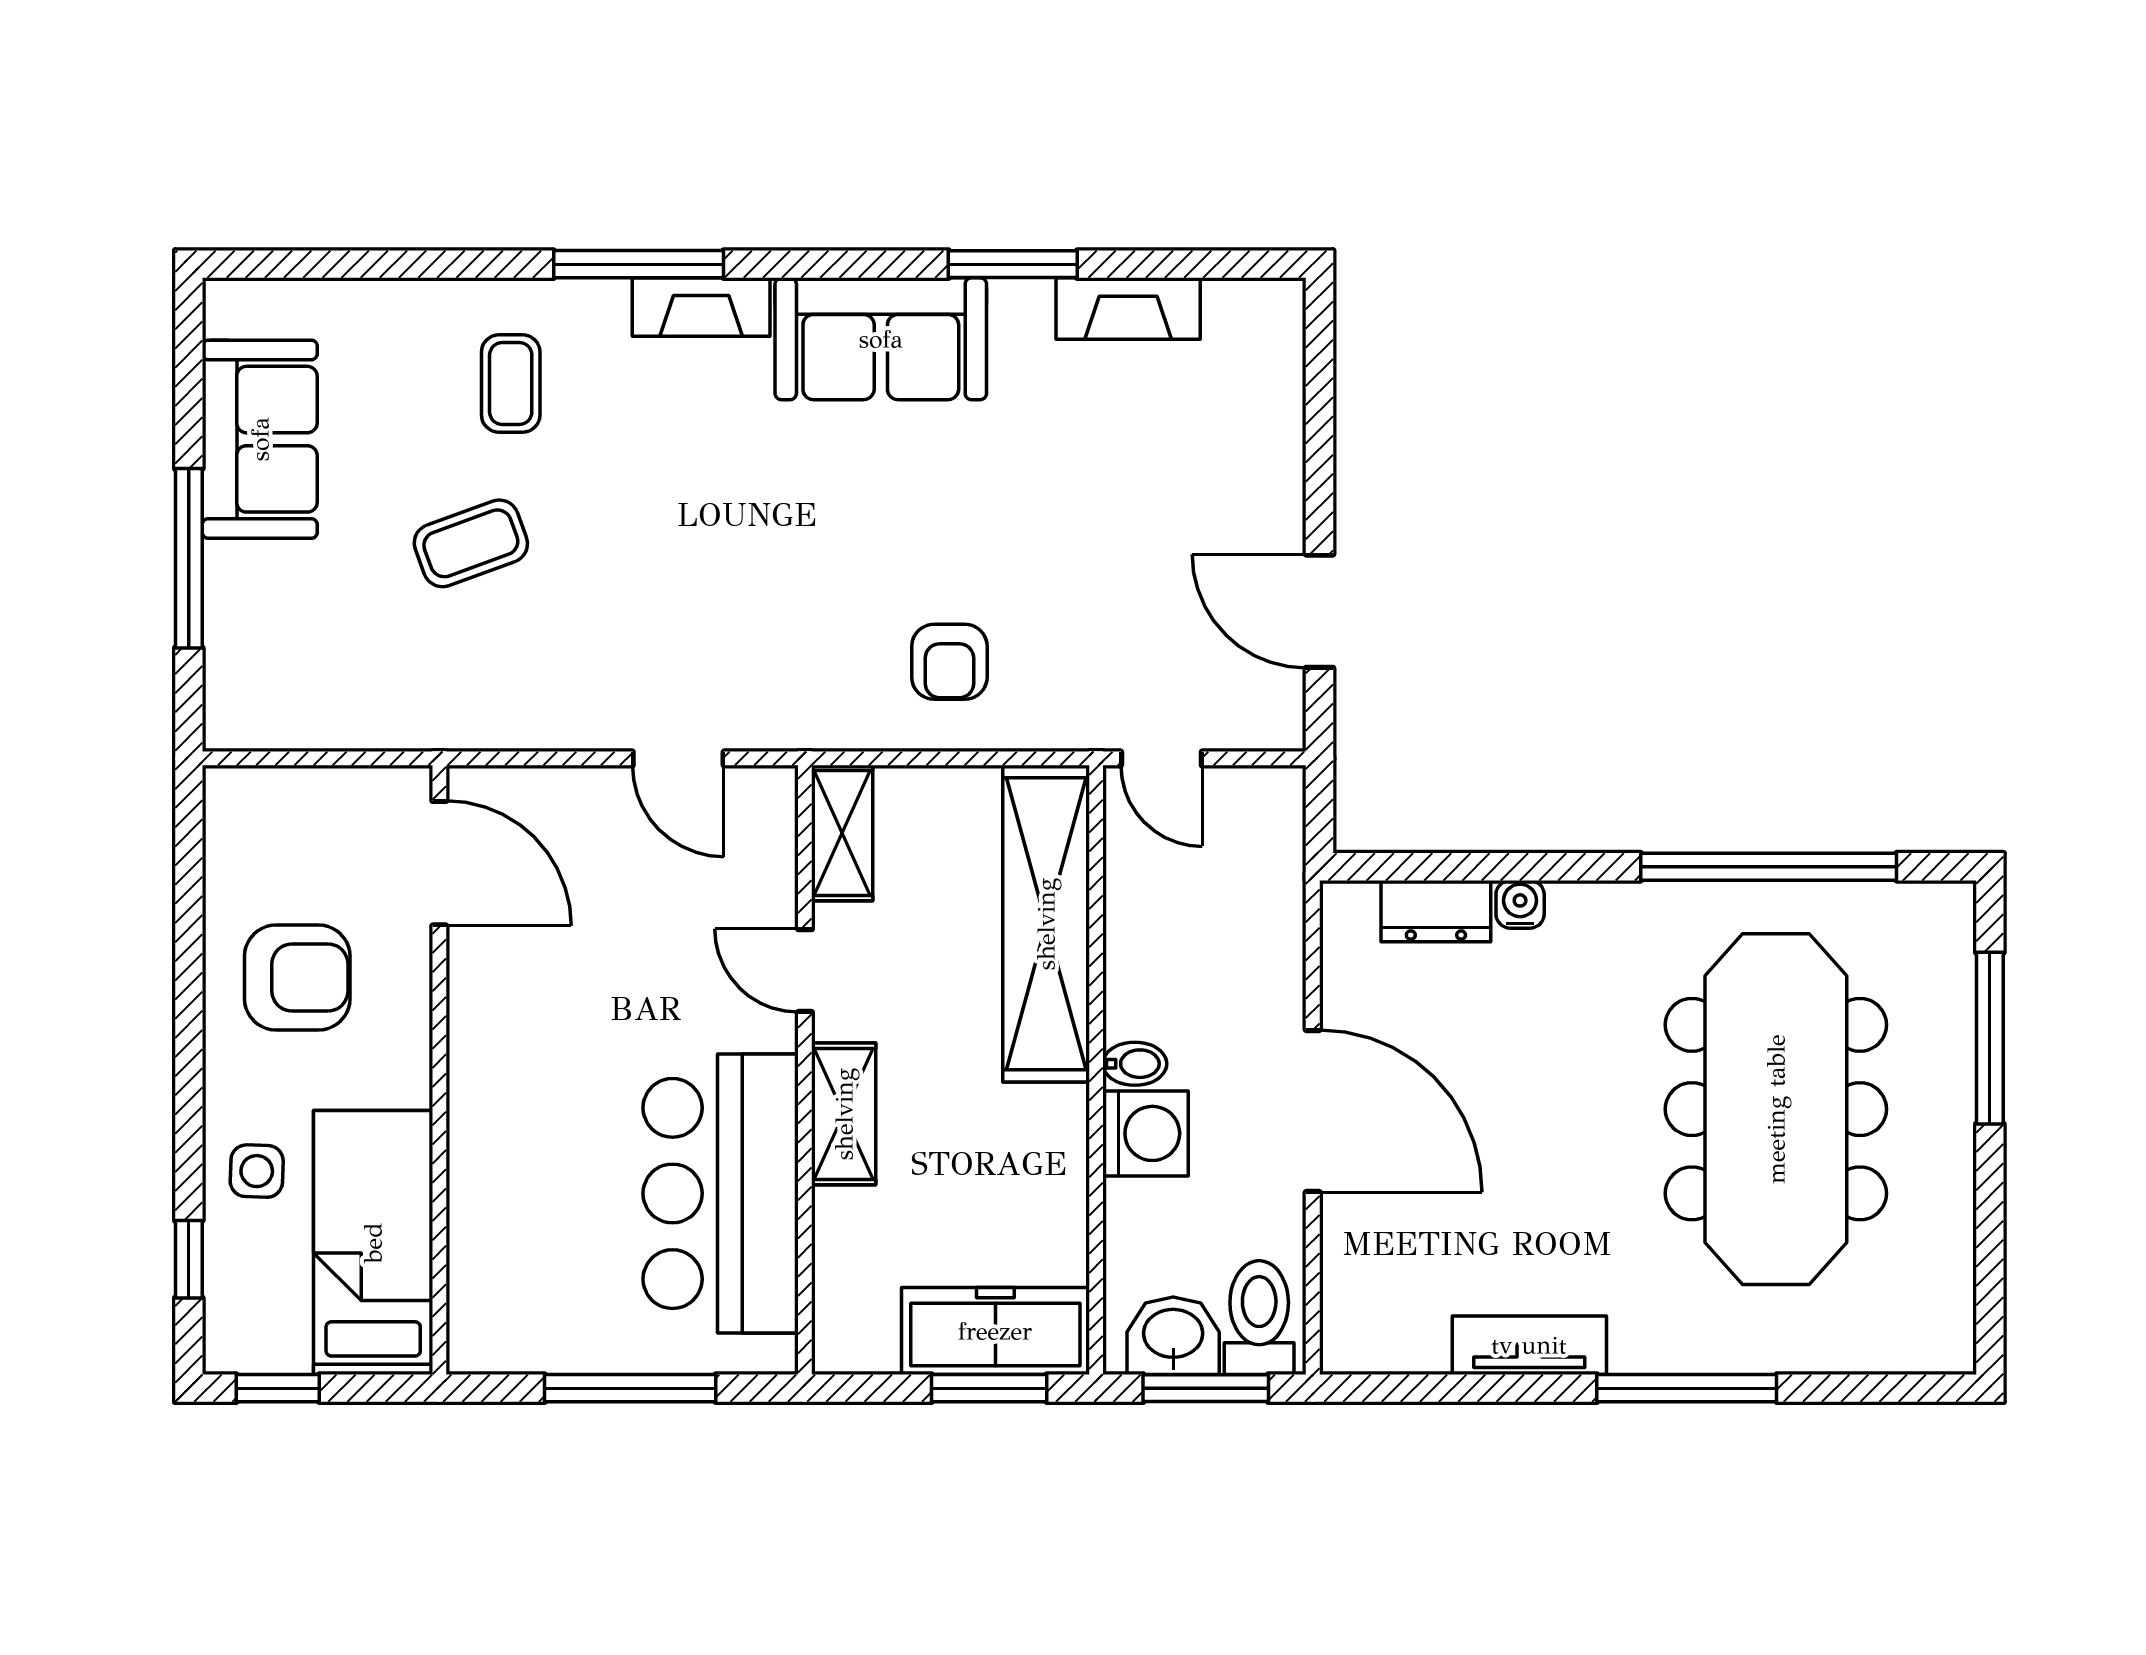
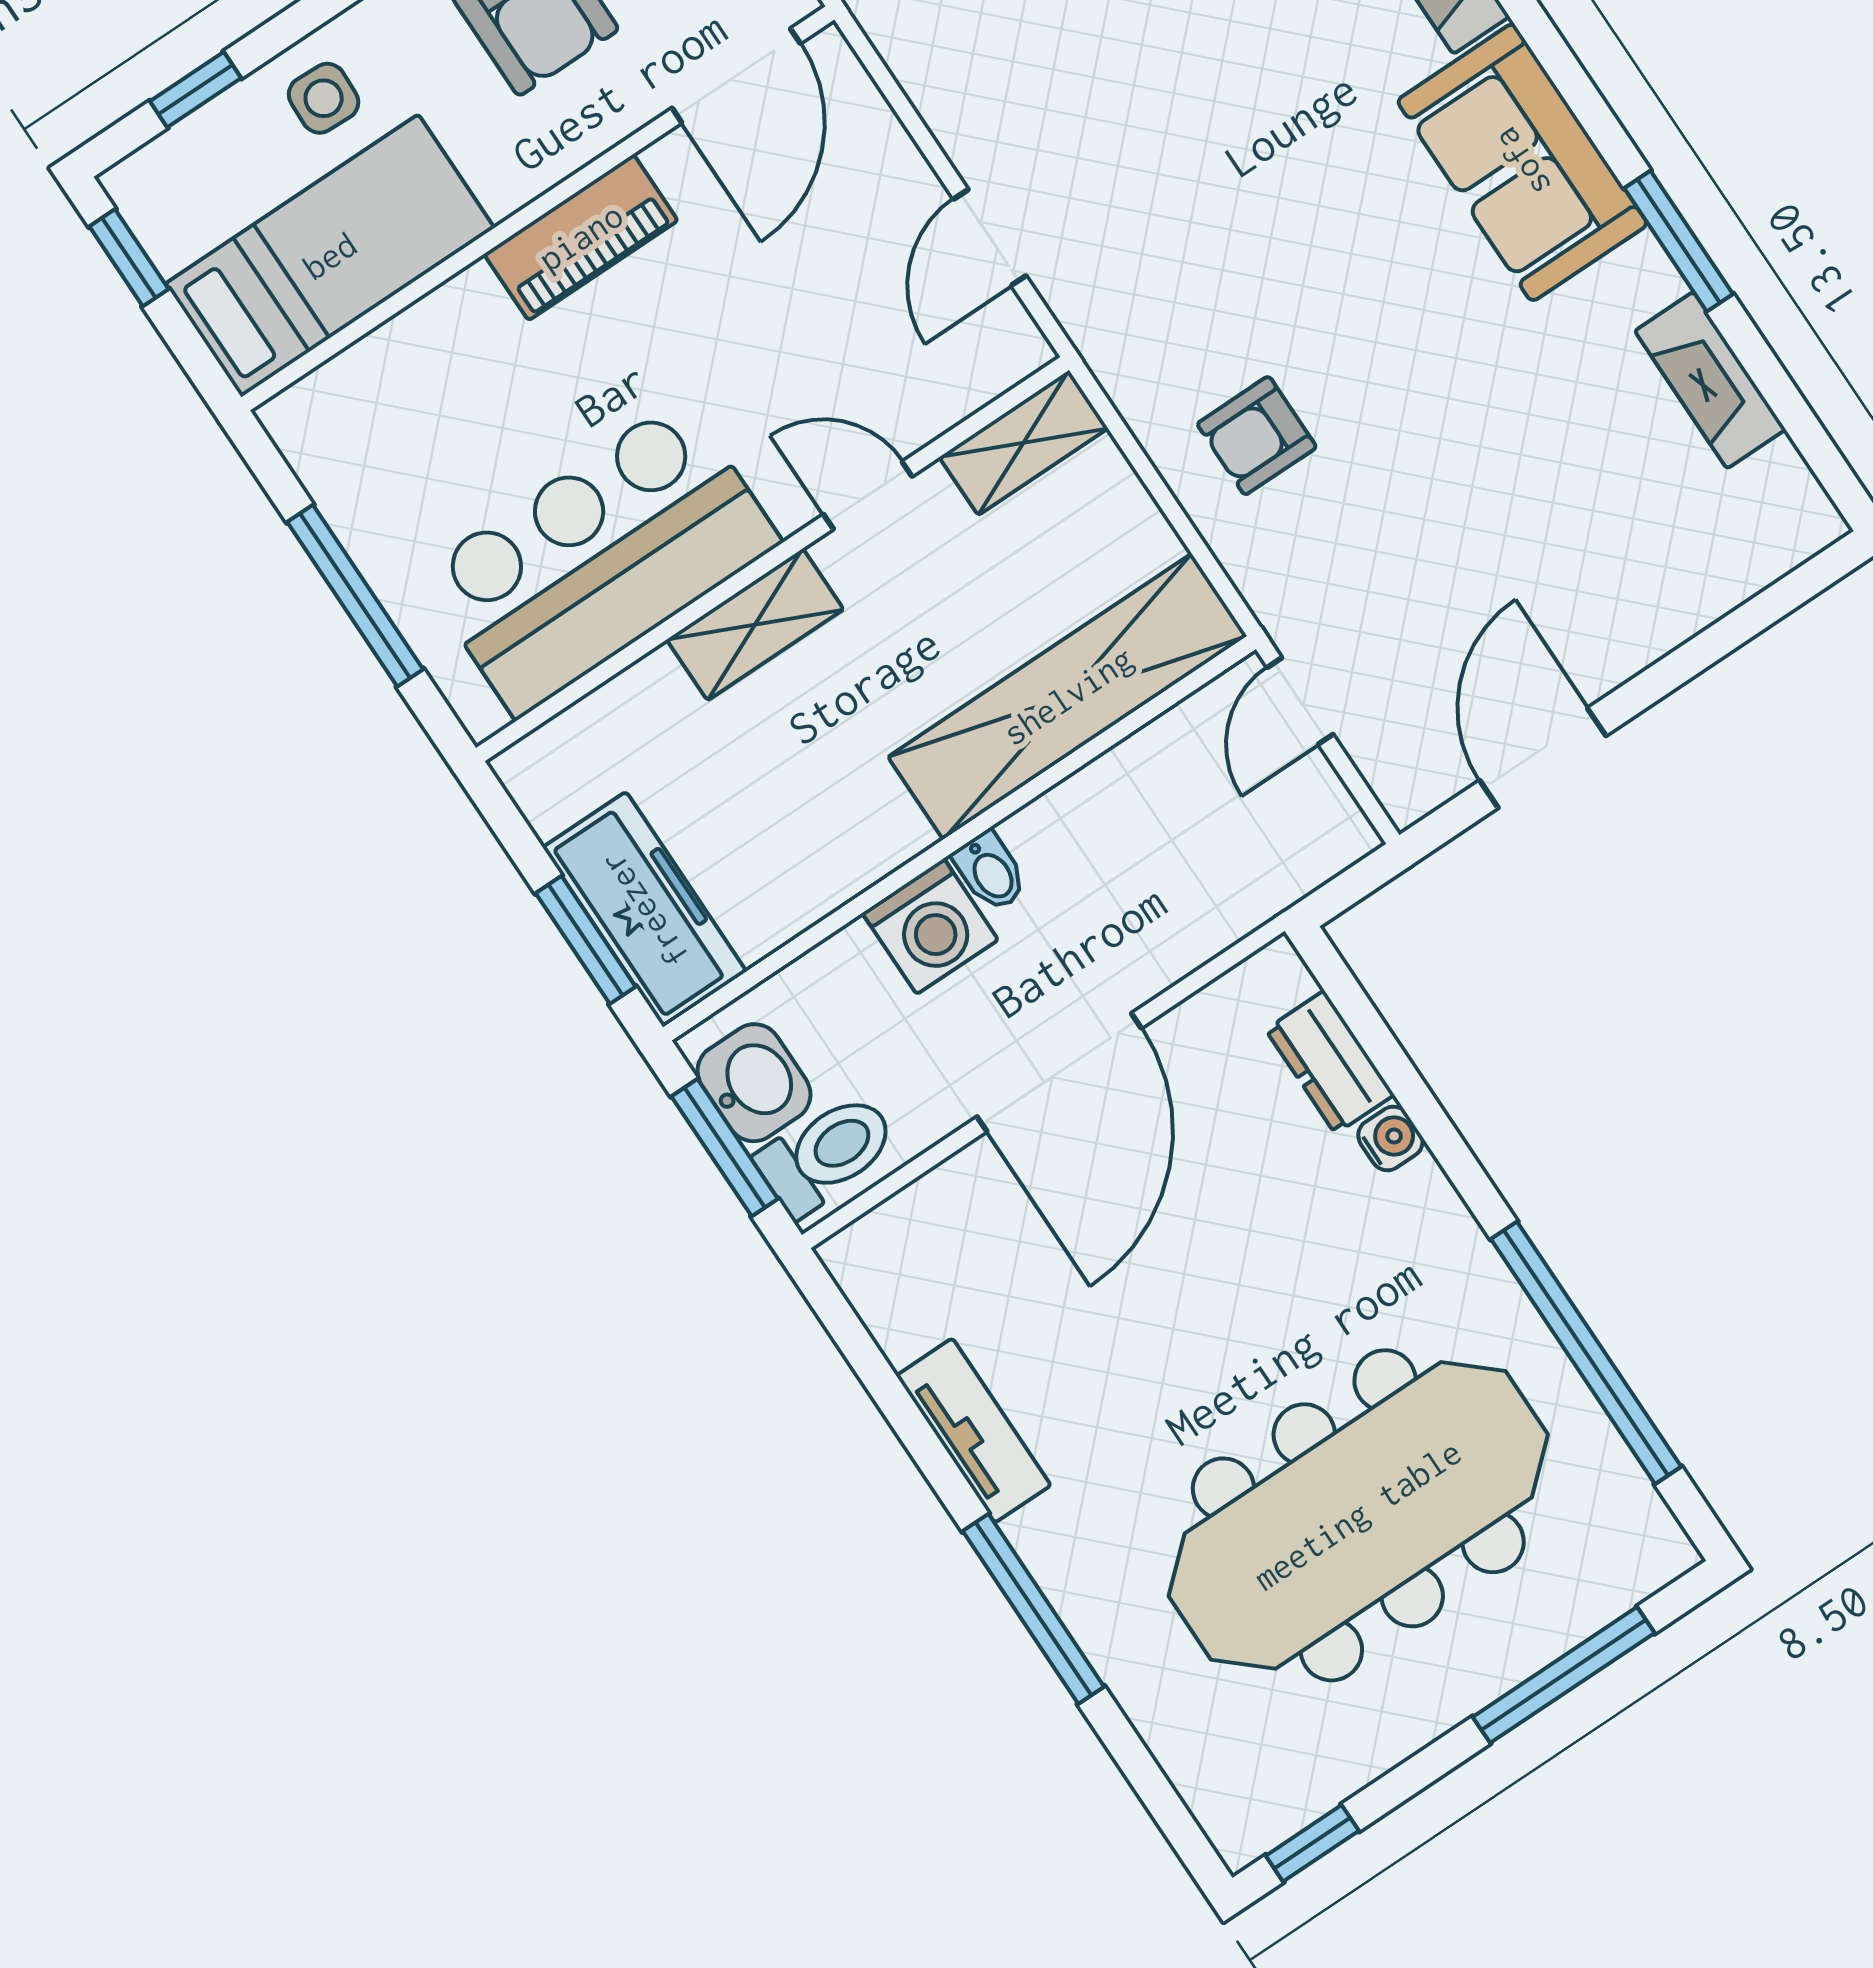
door: (805, 971) -> (868, 495), hinge flipped
piano: (481, 1053) -> (581, 237), added
window: (1990, 1300) -> (1312, 1843), added

